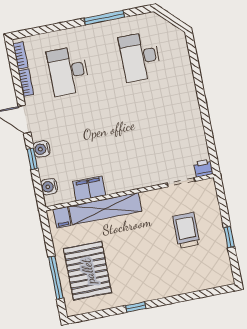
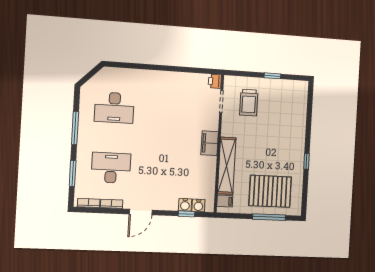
window: (51, 28) -> (73, 173), added
desk: (68, 71) -> (111, 168), turned 180
water cooler: (42, 149) -> (185, 205), moved
window: (32, 159) -> (187, 214), moved
filing cabinet: (89, 188) -> (210, 143), moved
trolley: (186, 230) -> (249, 103), moved, turned -90

